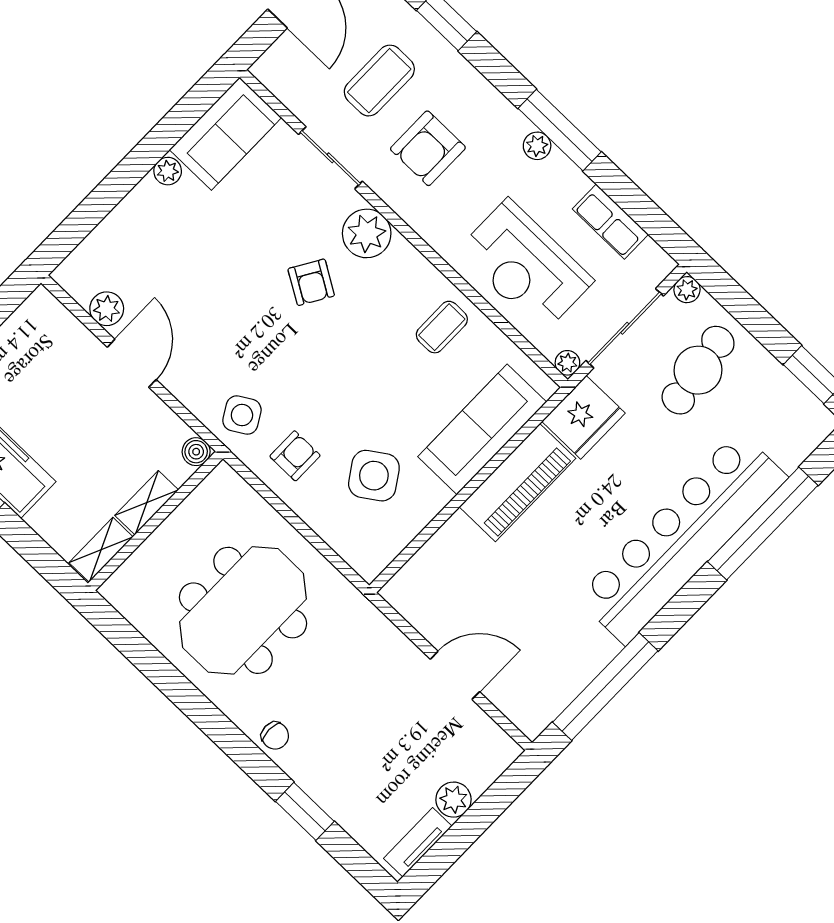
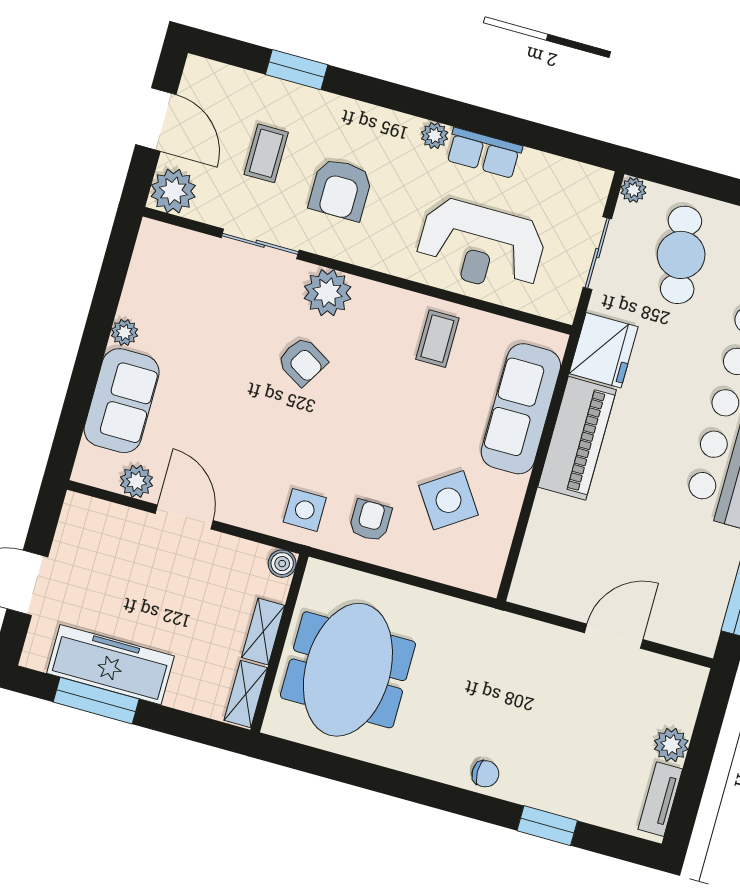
coffee table: (379, 81) -> (266, 153), width x0.73, depth x0.77
window: (560, 130) -> (447, 111), removed
sofa: (225, 134) -> (122, 401), moved
row of seats: (610, 222) -> (484, 153), moved
sliding door: (625, 328) -> (597, 253), width x0.73
plant: (567, 363) -> (173, 191), moved, width x1.88, depth x1.88
side table: (242, 415) -> (305, 510), turned 31
meeting table: (243, 610) -> (348, 670), moved

